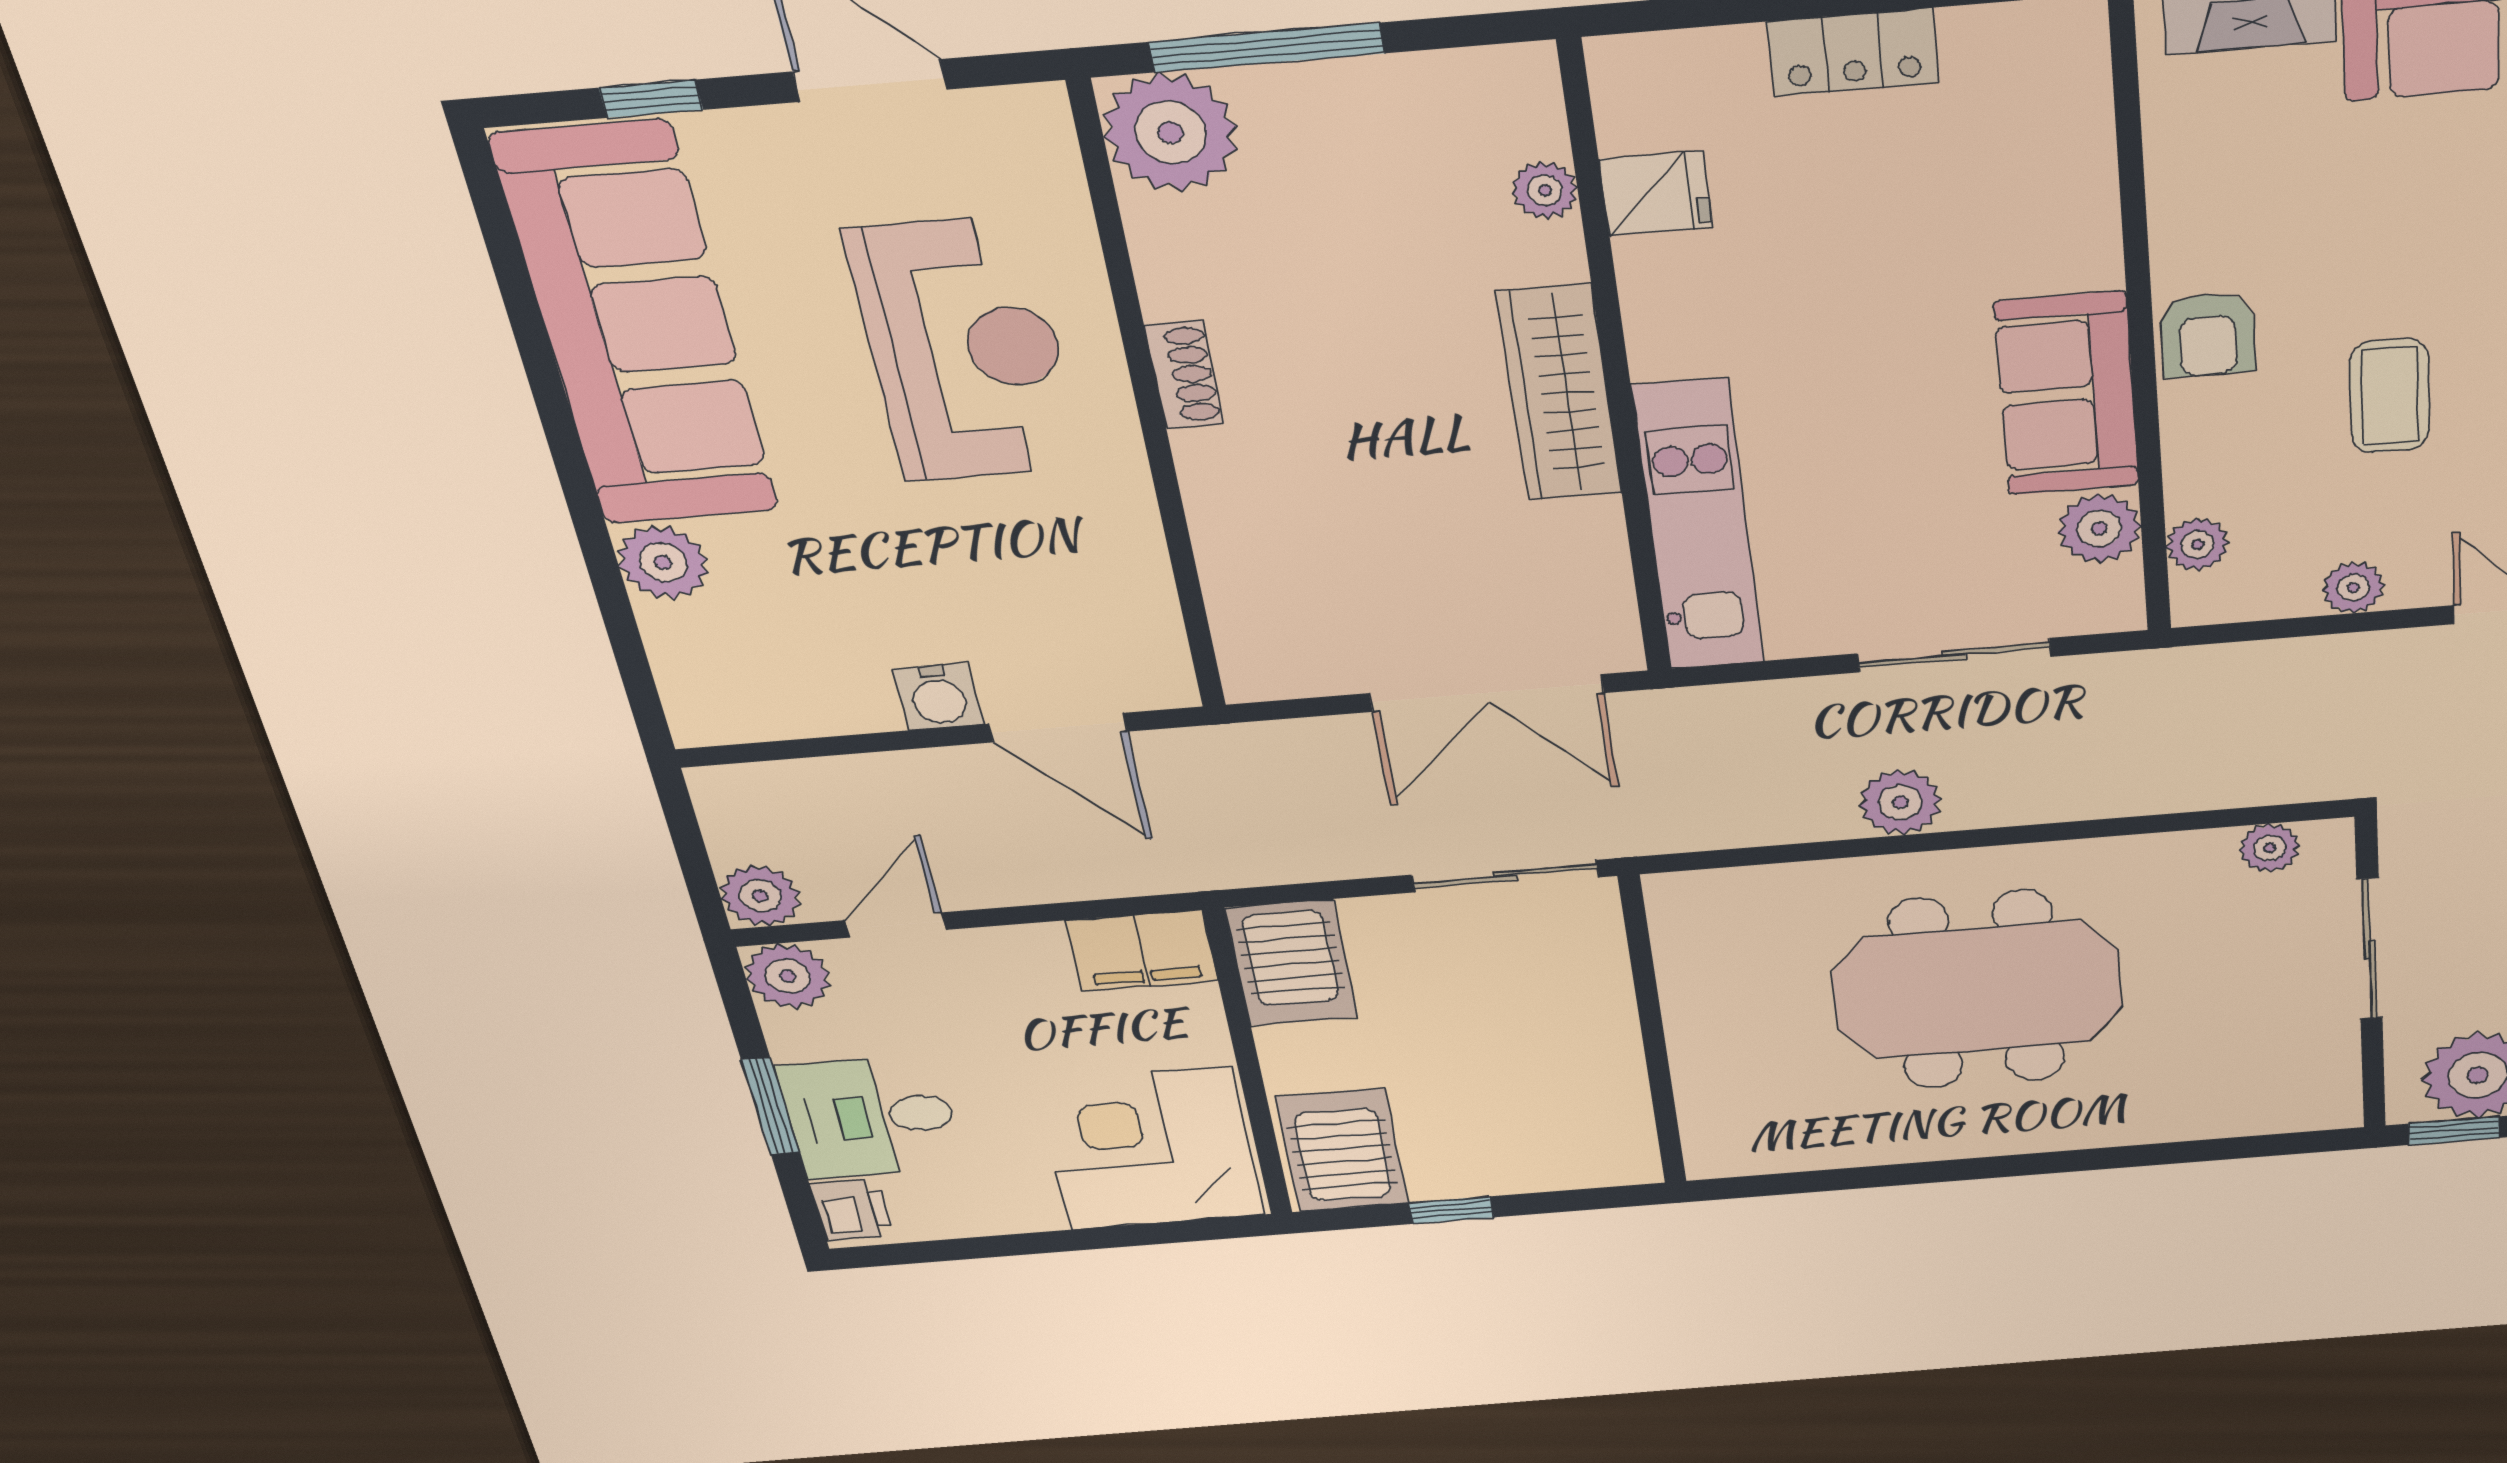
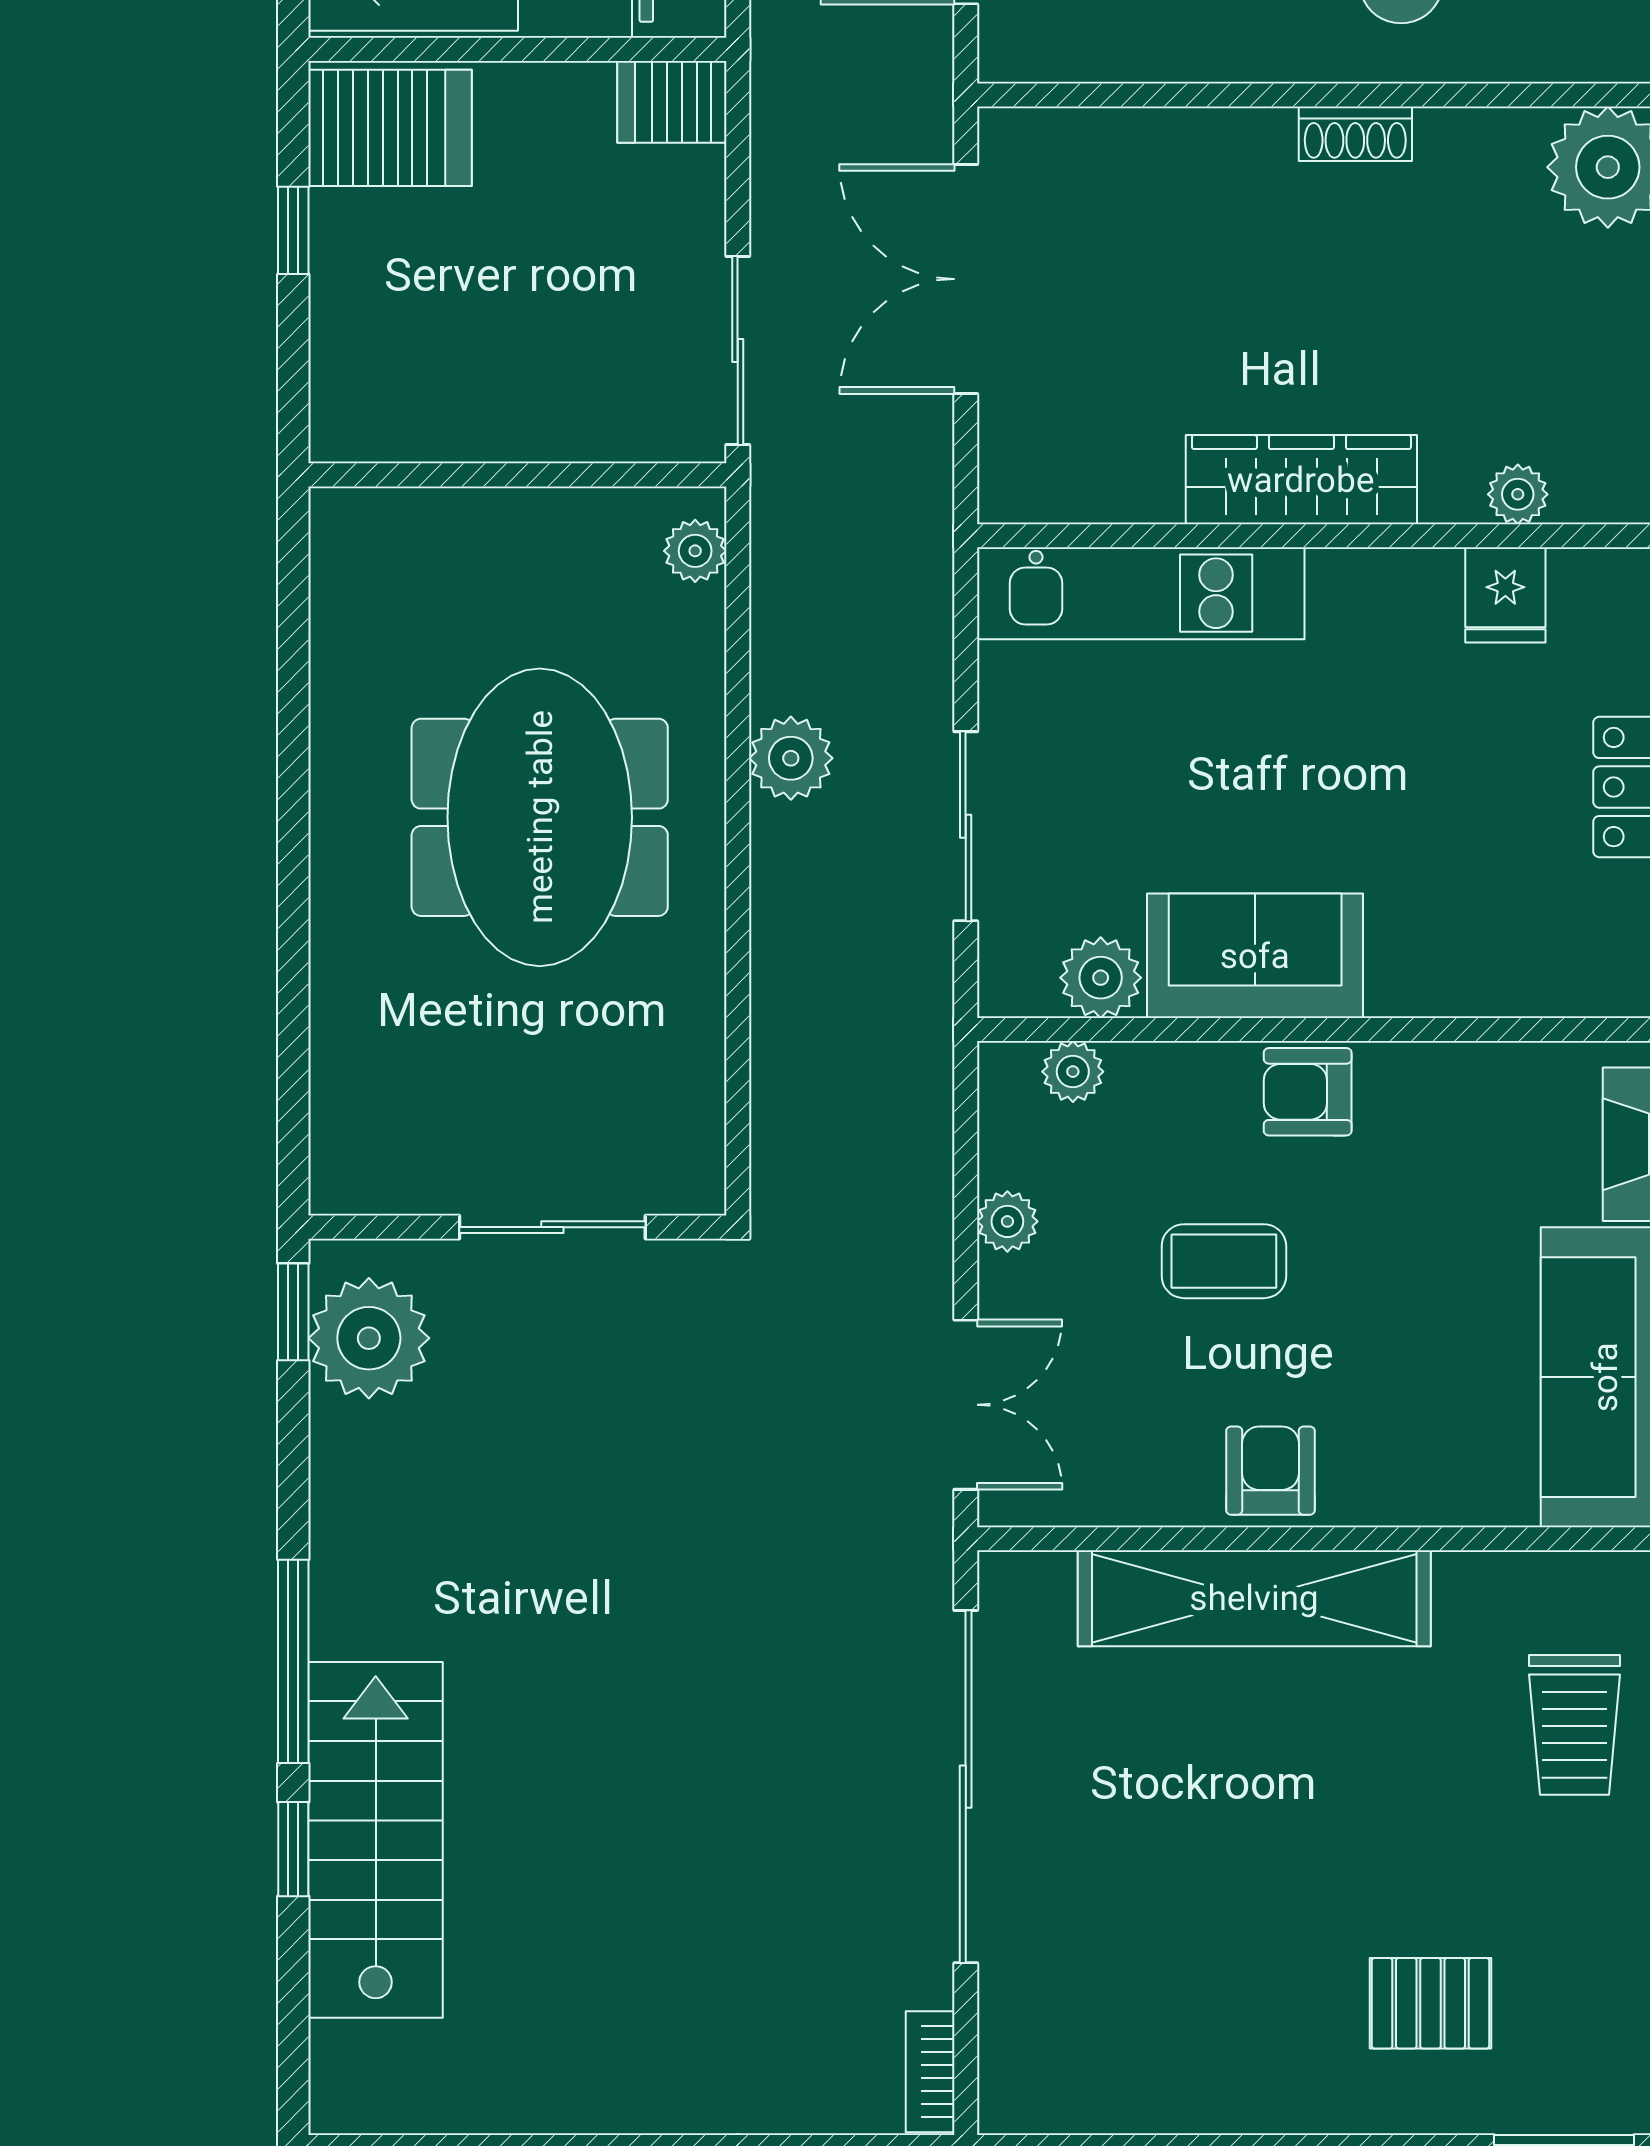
double door: (1487, 693) -> (966, 279), moved
plant: (2270, 848) -> (695, 551), moved
server rack: (1292, 963) -> (672, 102), width x0.73, depth x0.70

